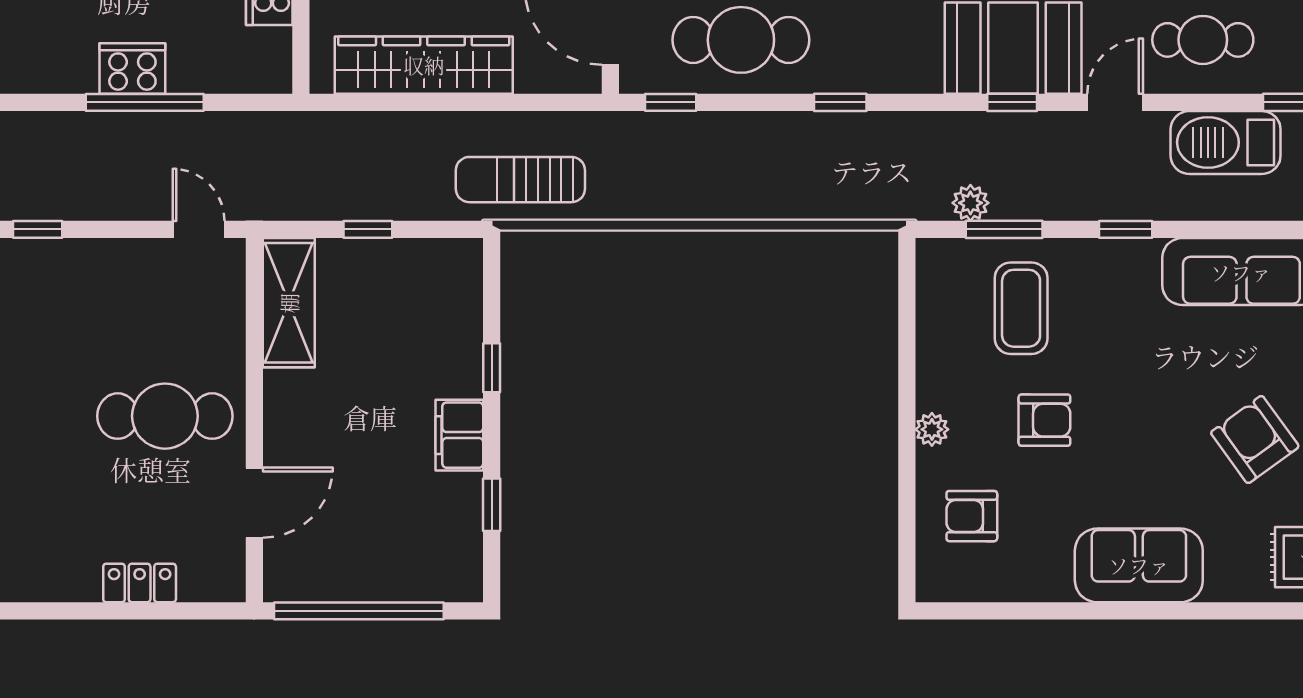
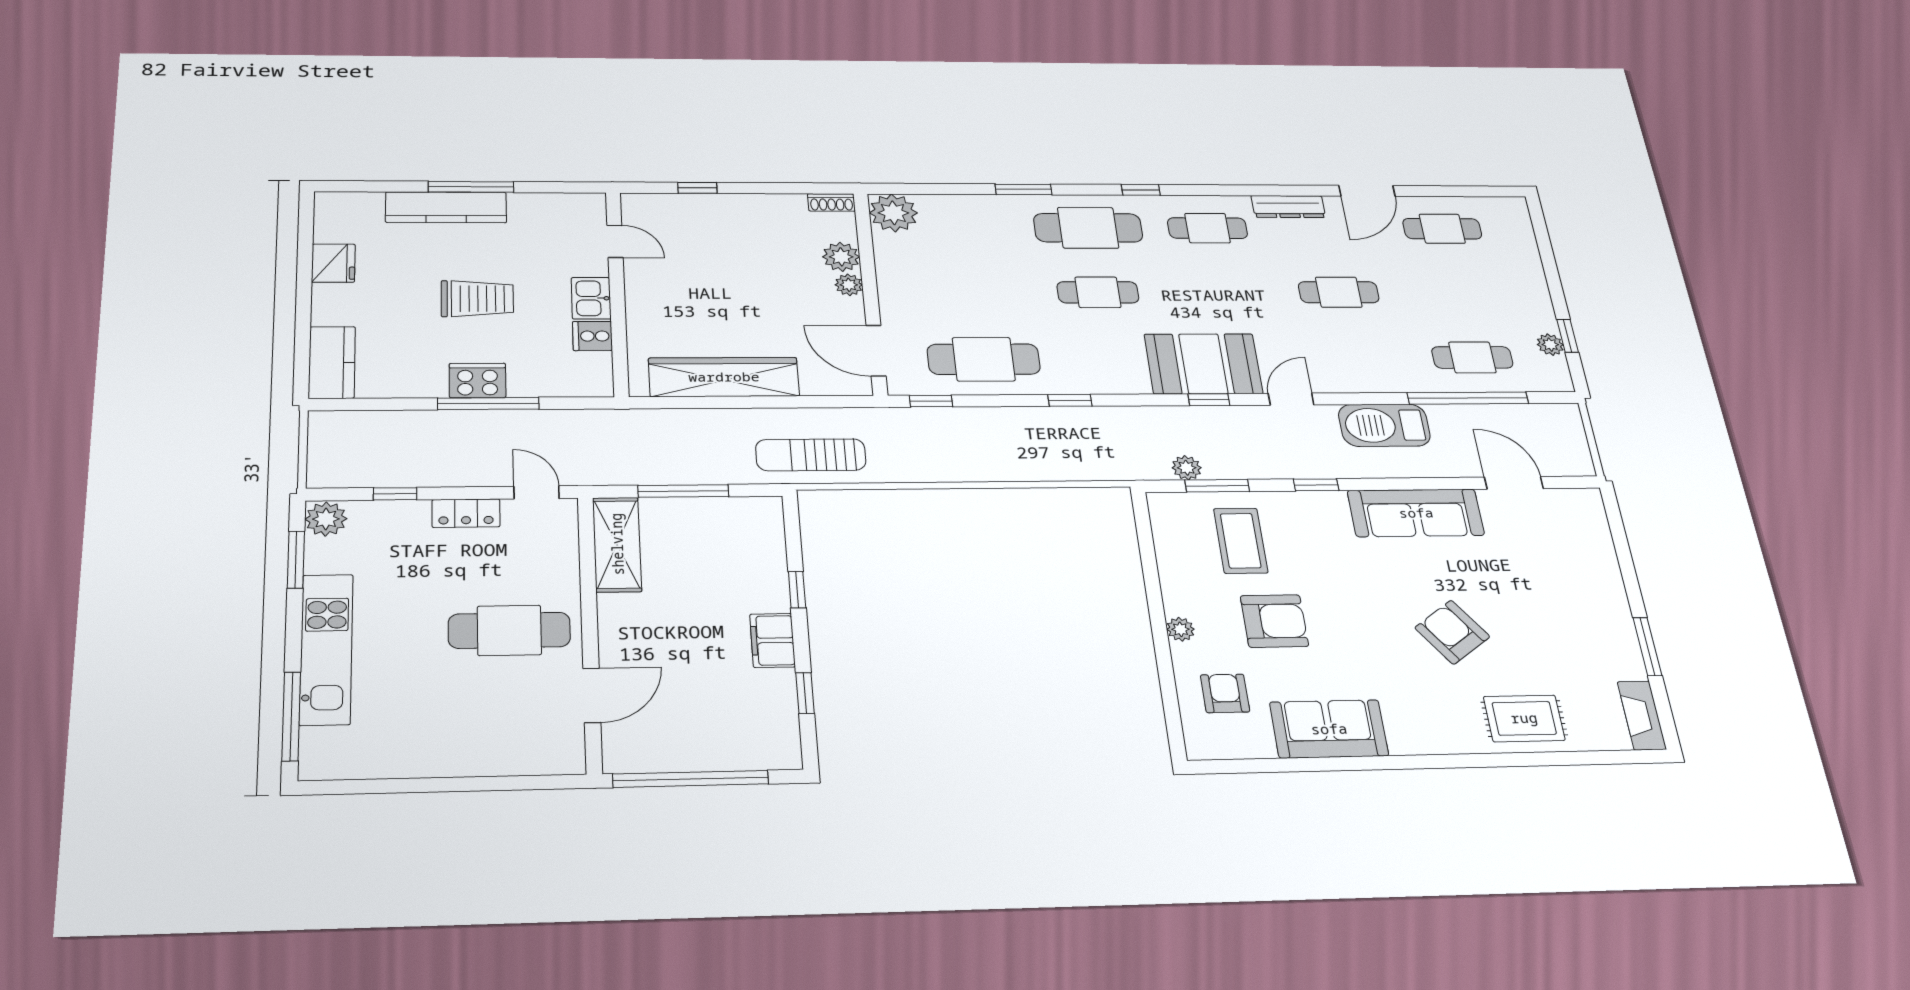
cafe table: (1203, 40) -> (1352, 358), removed
window: (368, 229) -> (683, 491), width x2.17
armchair: (1044, 420) -> (1274, 621), width x1.38, depth x1.38
armchair: (972, 516) -> (1225, 693), turned 90
sofa: (1139, 565) -> (1329, 729), moved
locker: (140, 583) -> (466, 513), moved, turned 180

